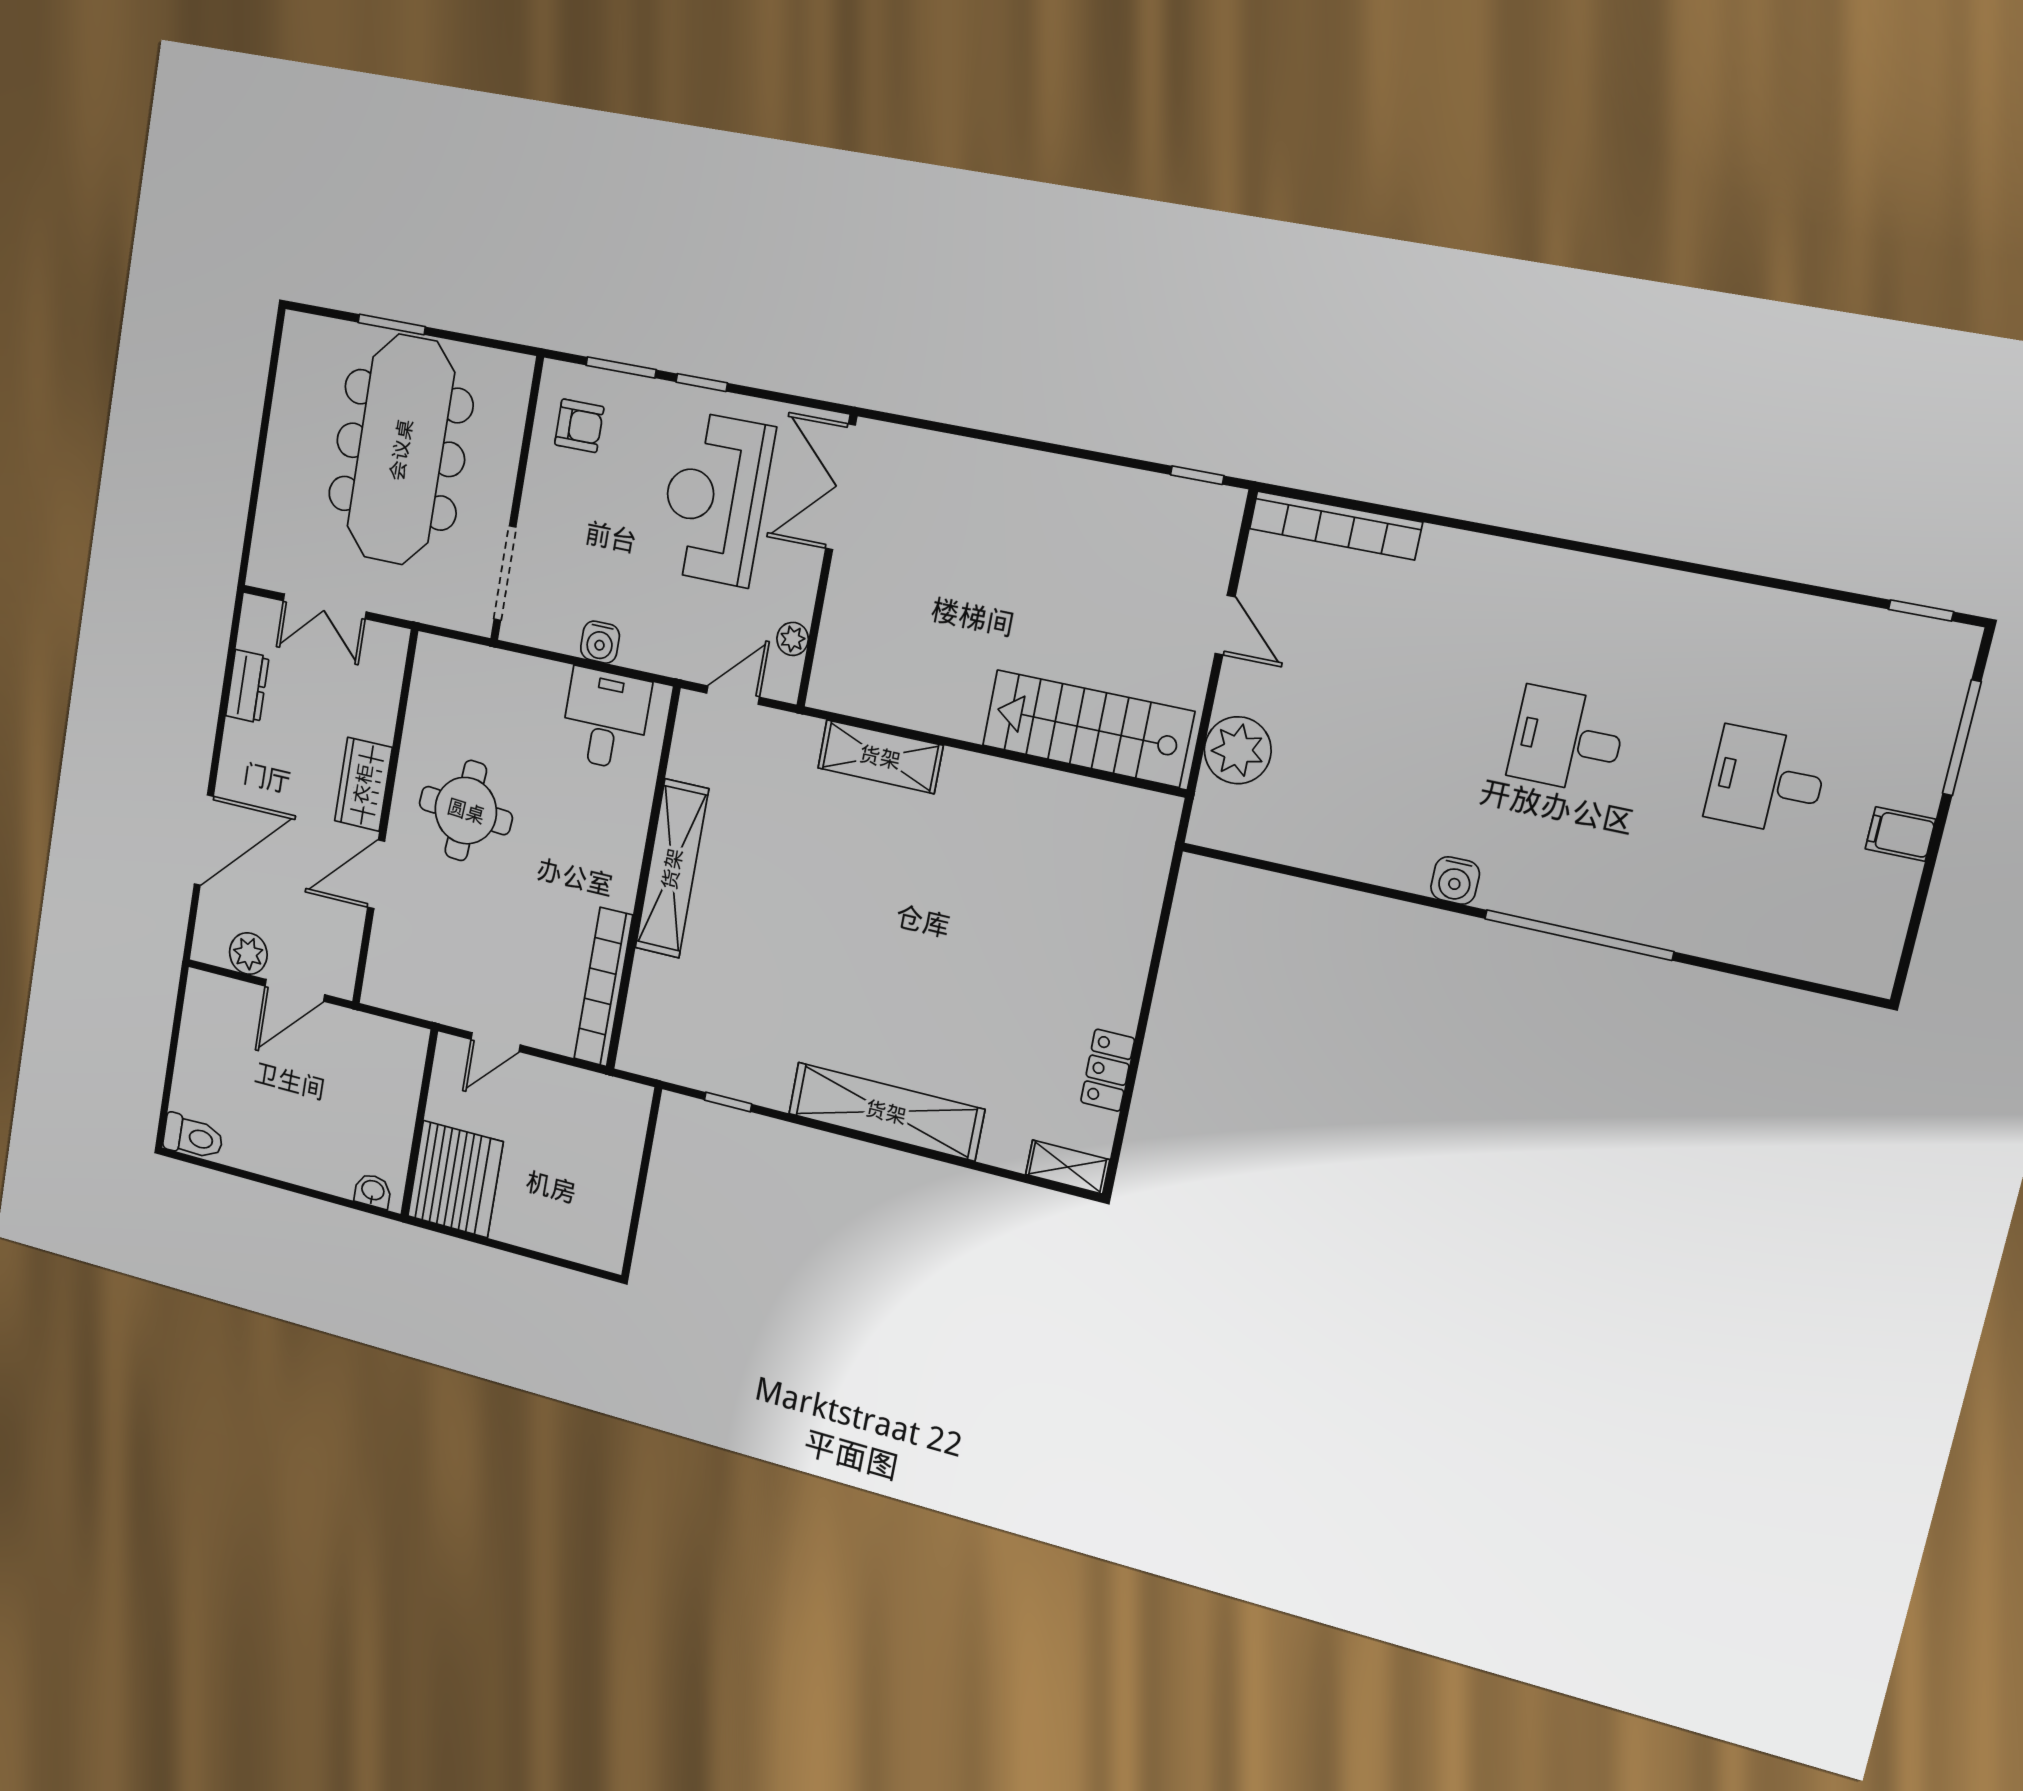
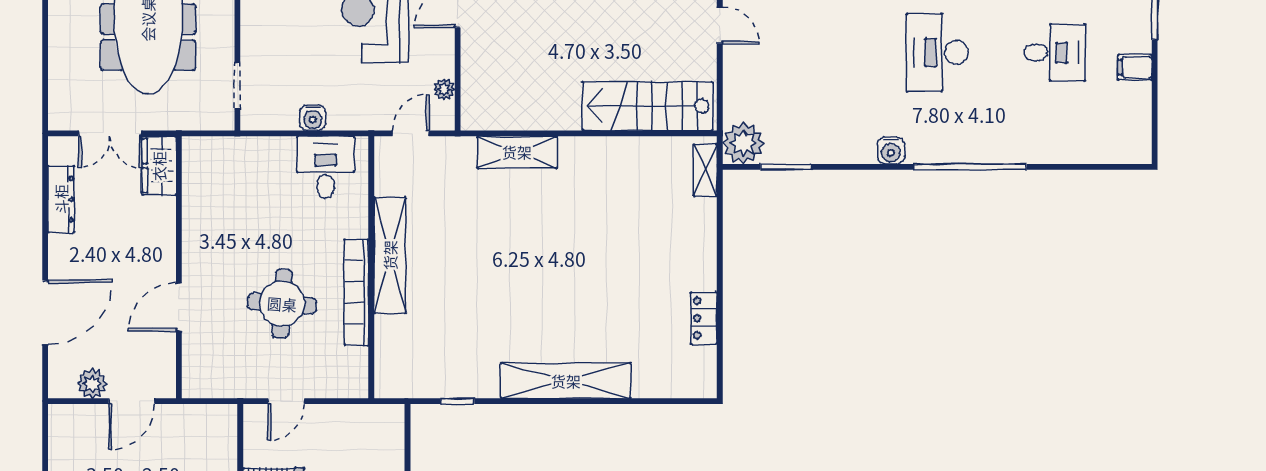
doorway: (505, 573) -> (237, 86), width x0.73
dresser: (247, 686) -> (61, 199), width x1.44
desk: (1567, 740) -> (937, 53), width x1.37
plant: (1238, 750) -> (743, 143), moved
desk: (1766, 781) -> (1055, 53), turned 180
wardrobe: (363, 784) -> (159, 166), moved
round table: (466, 811) -> (282, 304), moved
window: (1283, 869) -> (786, 167), added
bookcase: (603, 987) -> (356, 292), moved
shelving: (1068, 1167) -> (705, 170), moved, turned 90

